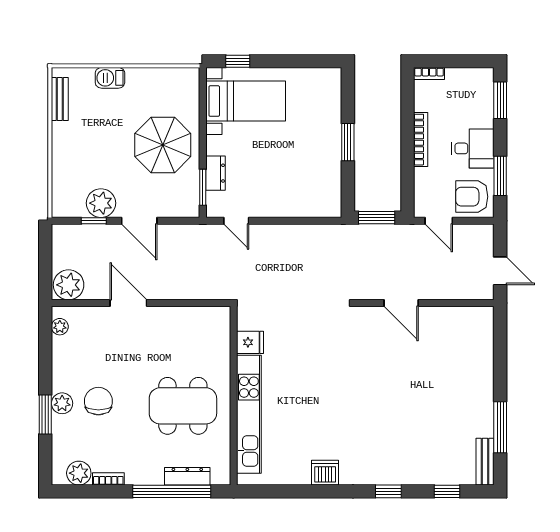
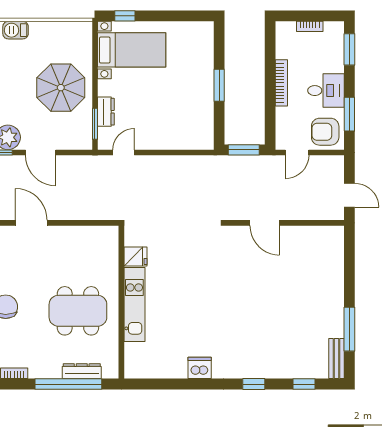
bookcase: (429, 74) -> (310, 26), moved
door: (236, 221) -> (124, 152), swing flipped
door: (439, 221) -> (297, 152), hinge flipped
kitchen unit: (249, 414) -> (134, 305), width x0.73

